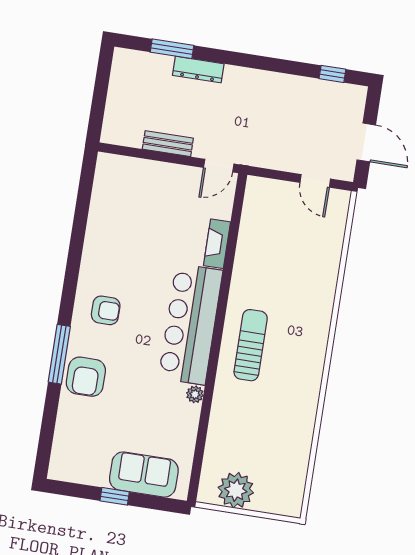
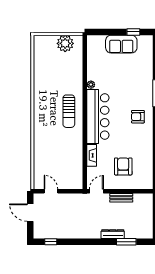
armchair: (86, 377) -> (123, 166), moved
sofa: (144, 474) -> (121, 44), moved
window: (115, 496) -> (133, 32), moved

